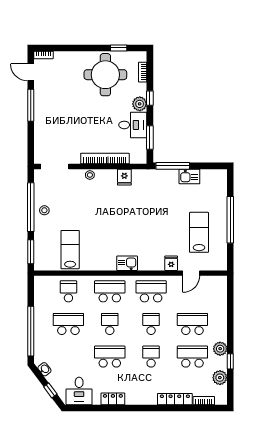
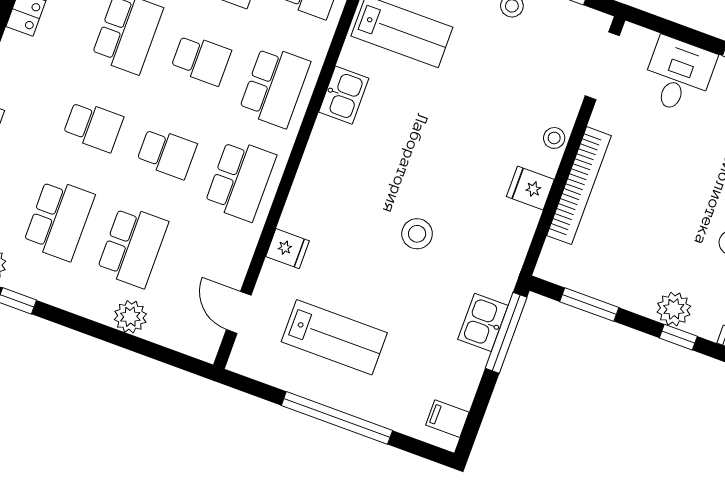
desk: (133, 125) -> (678, 75), moved, turned 180
kitchen sink: (189, 176) -> (483, 322), moved
fridge: (124, 177) -> (530, 188), moved
filing cabinet: (215, 177) -> (447, 419), added
stool: (147, 215) -> (417, 234), added
kitchen sink: (127, 263) -> (344, 95), moved
door: (191, 273) -> (239, 312), moved
plant: (220, 349) -> (130, 317), moved

